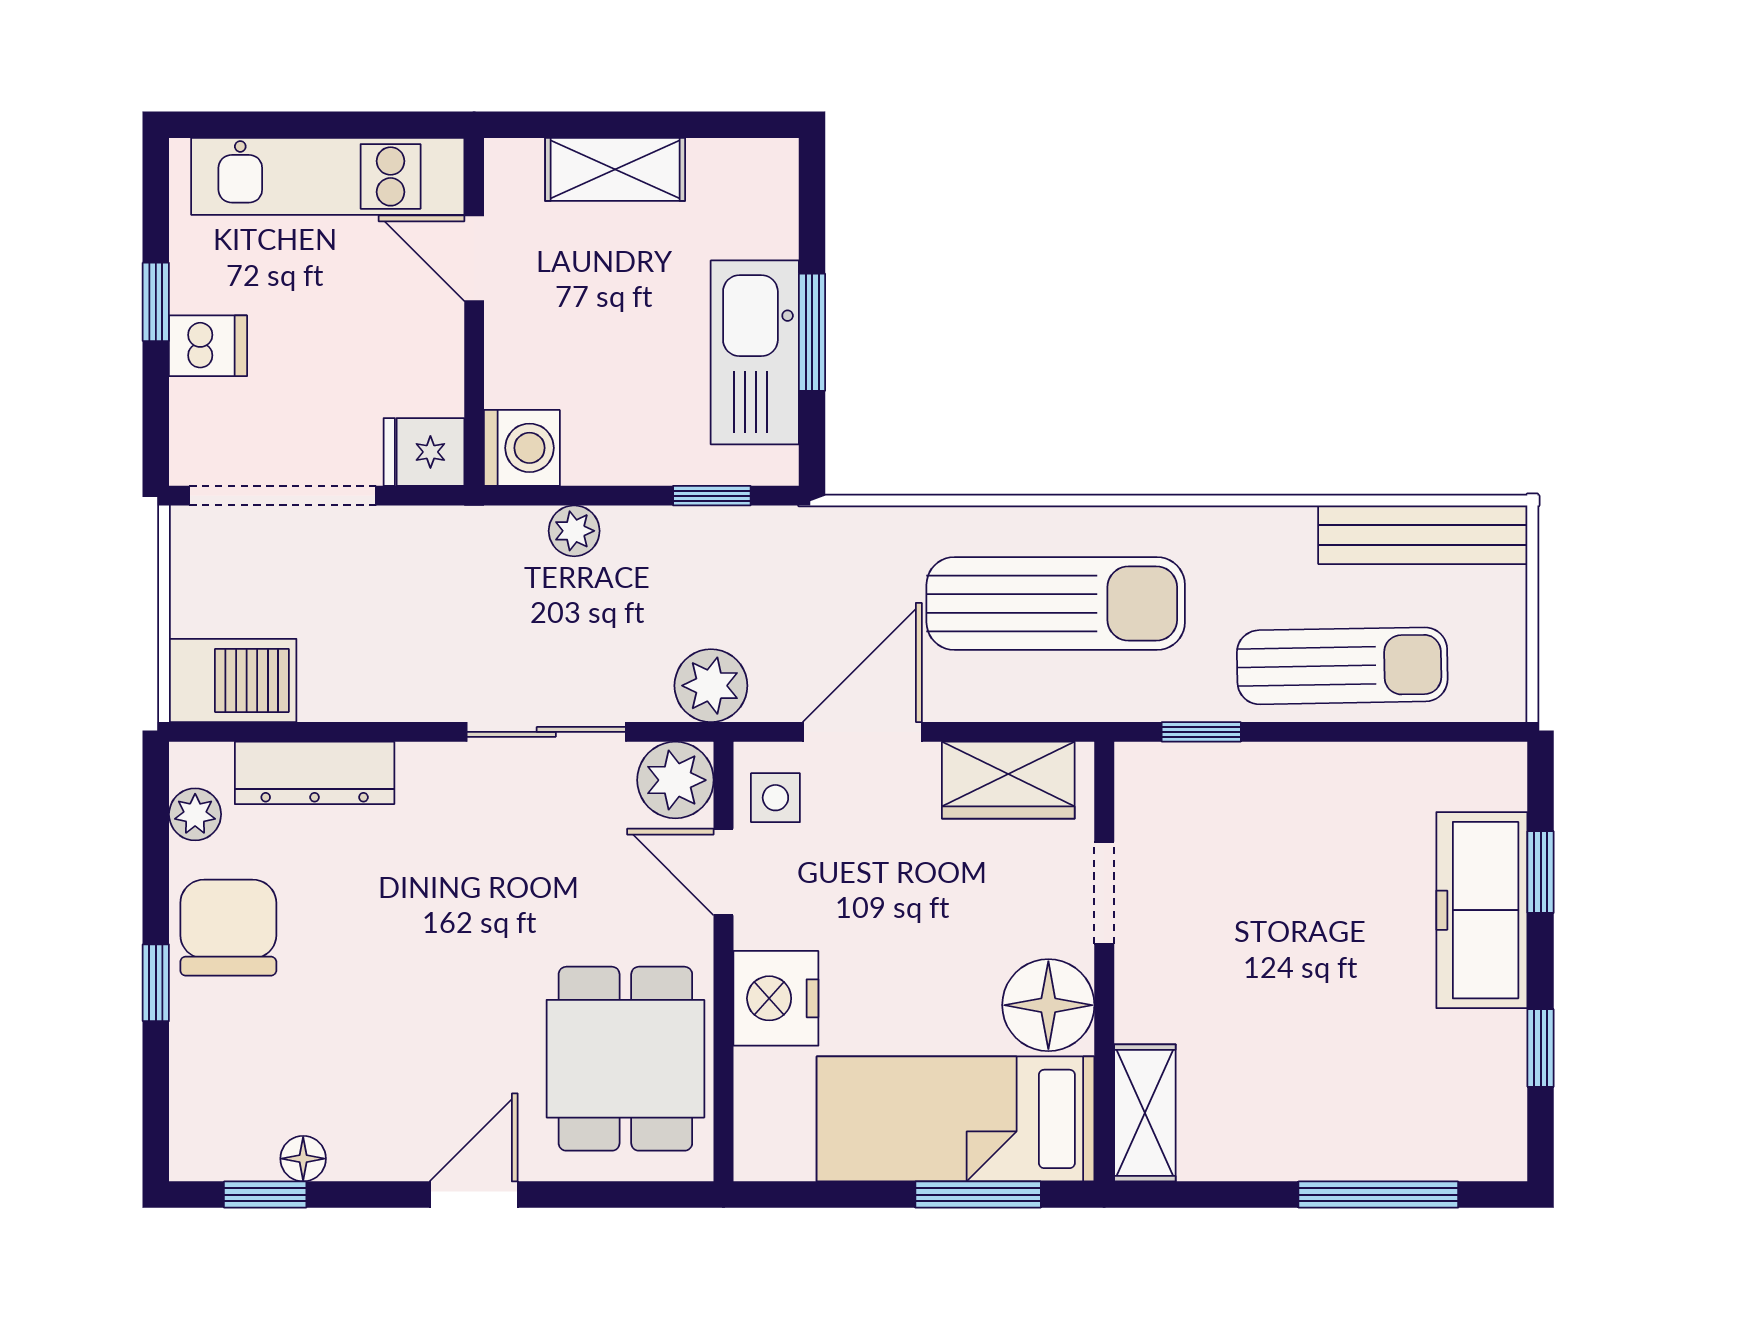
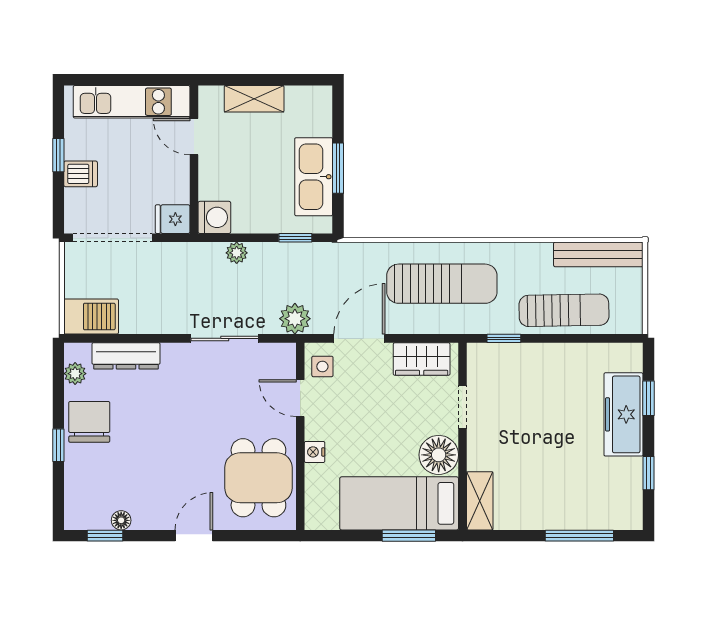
plant: (675, 780) -> (280, 359), removed
nightstand: (776, 998) -> (315, 452), width x0.53, depth x0.56

